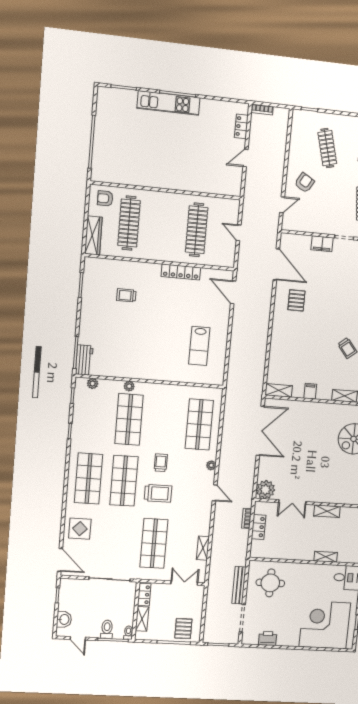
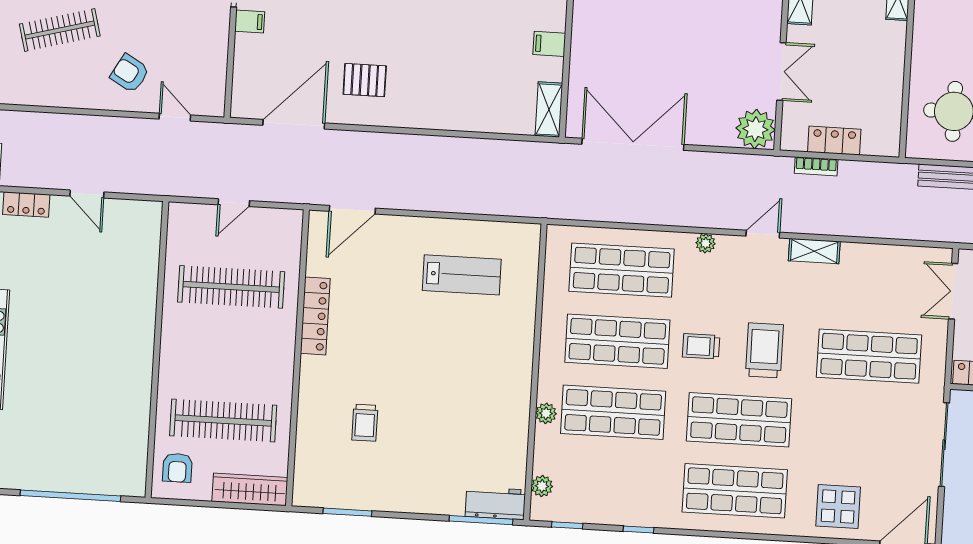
filing cabinet: (322, 244) -> (250, 22), width x0.50
shop shelf: (164, 422) -> (617, 341), added
shelving: (203, 548) -> (814, 251), moved

